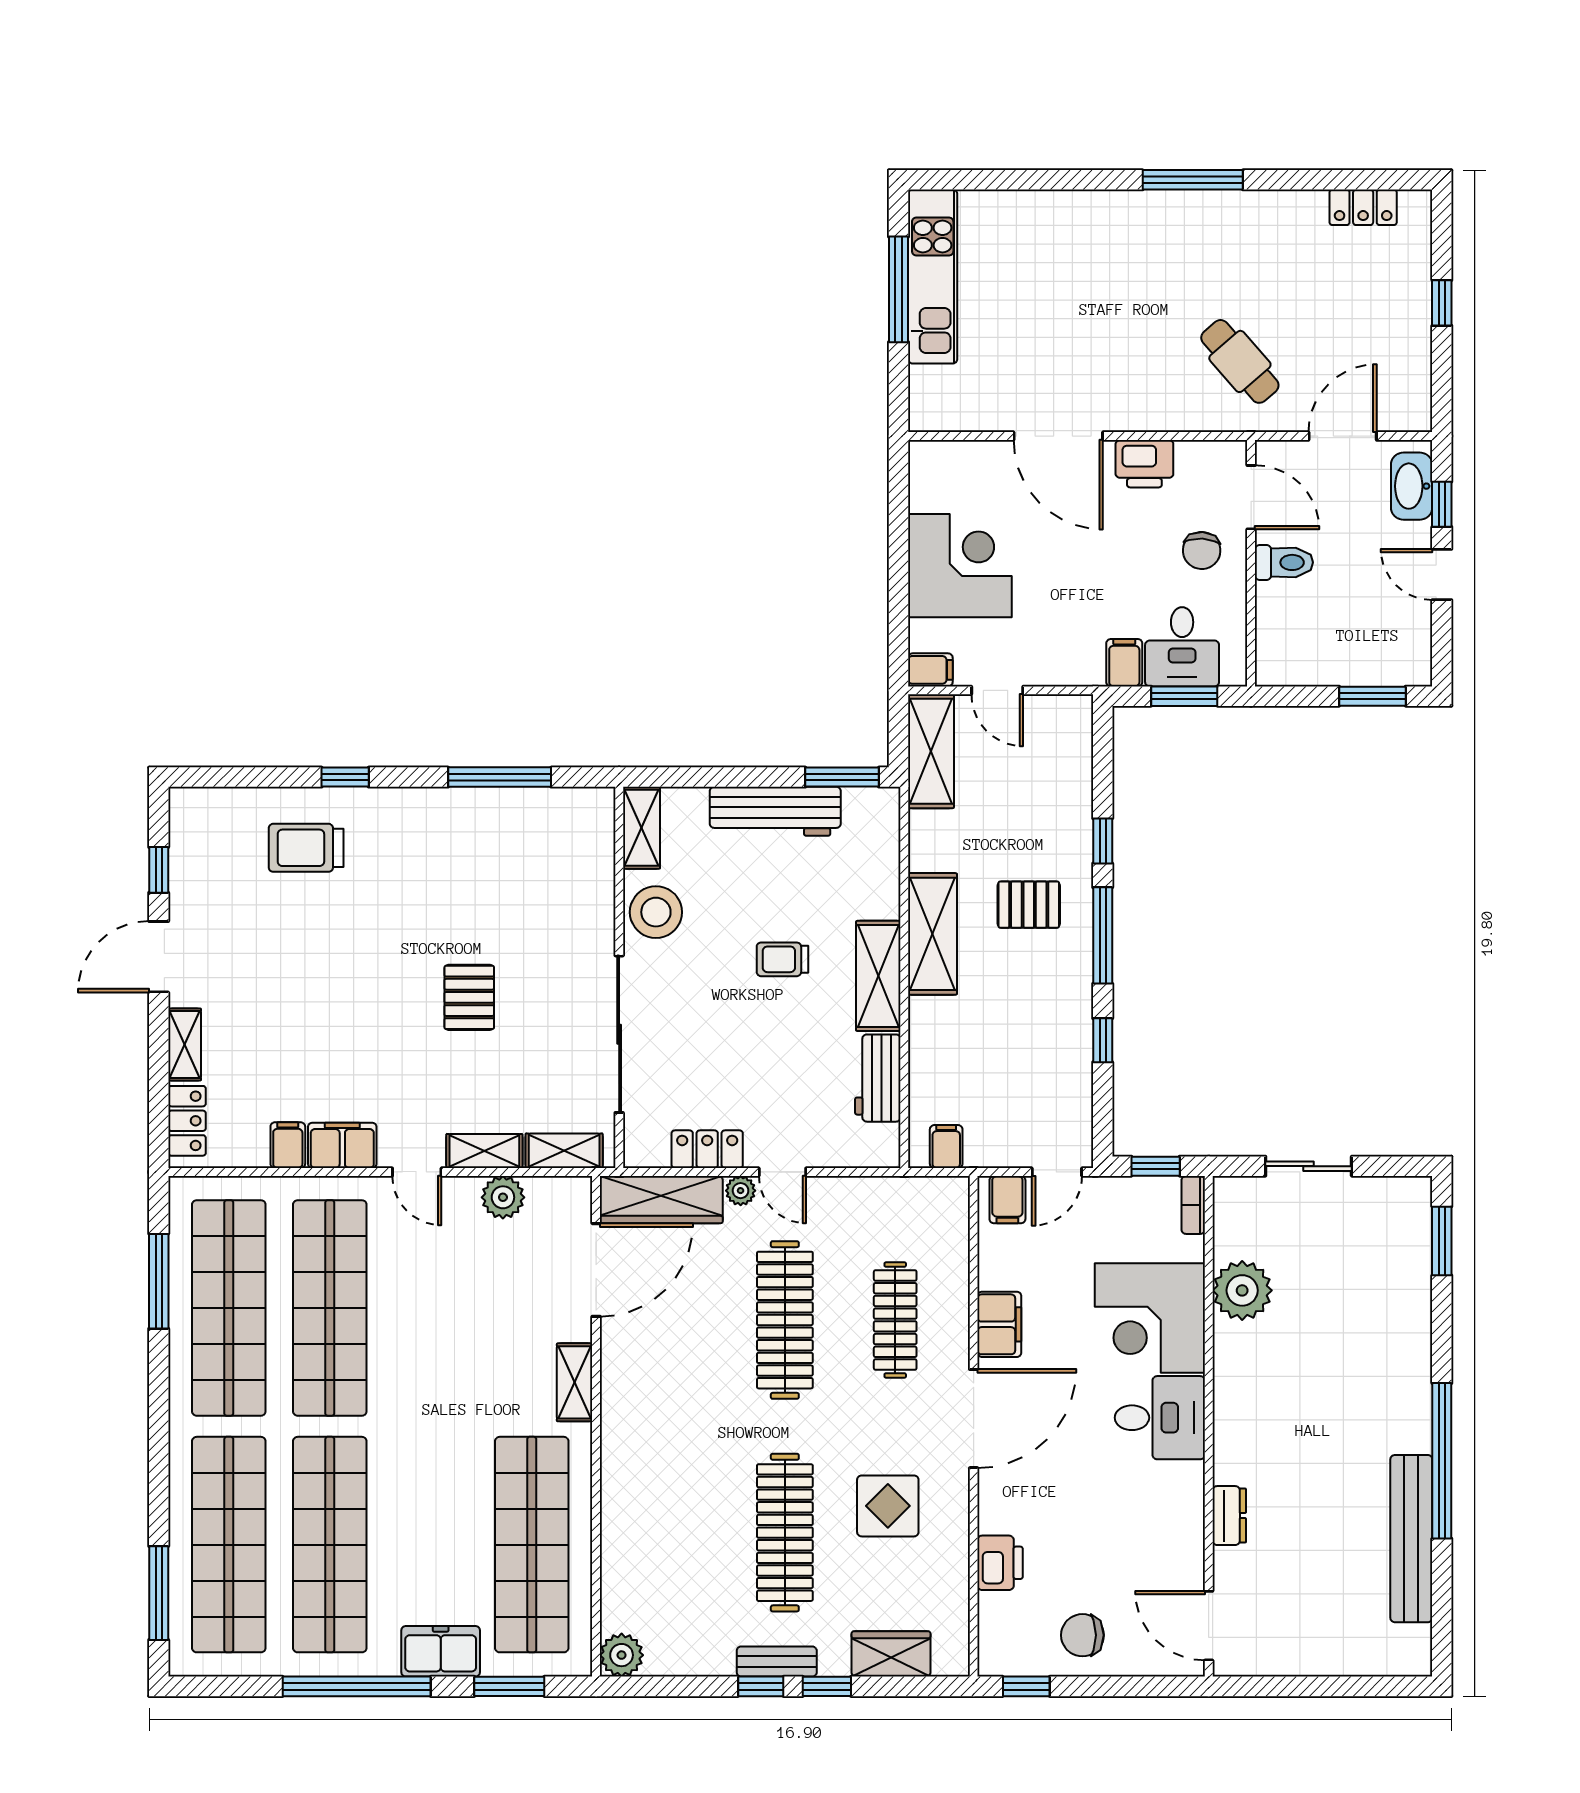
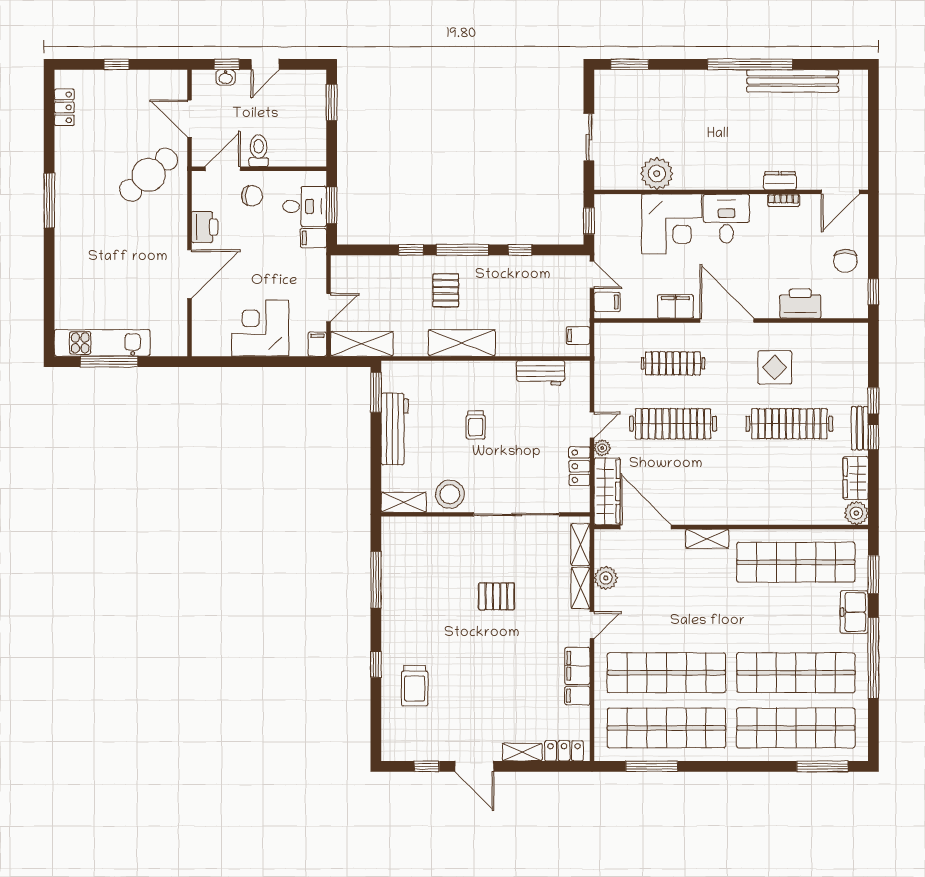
cafe table: (1240, 361) -> (149, 175), width x1.37, depth x1.35
washbasin: (1412, 486) -> (226, 77), width x0.52, depth x0.69
shelving: (878, 976) -> (485, 373), removed
bookcase: (1193, 1205) -> (784, 200), moved
printer: (1000, 1563) -> (800, 304), width x1.37, depth x1.19
wardrobe: (891, 1654) -> (856, 478), moved

